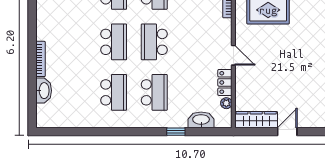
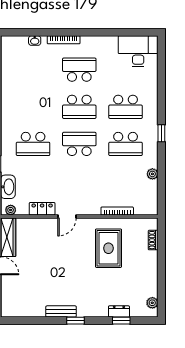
washbasin: (44, 91) -> (35, 41), width x0.52, depth x0.69
school desk: (114, 92) -> (79, 70), moved, turned 180
plant: (226, 103) -> (11, 210), moved

